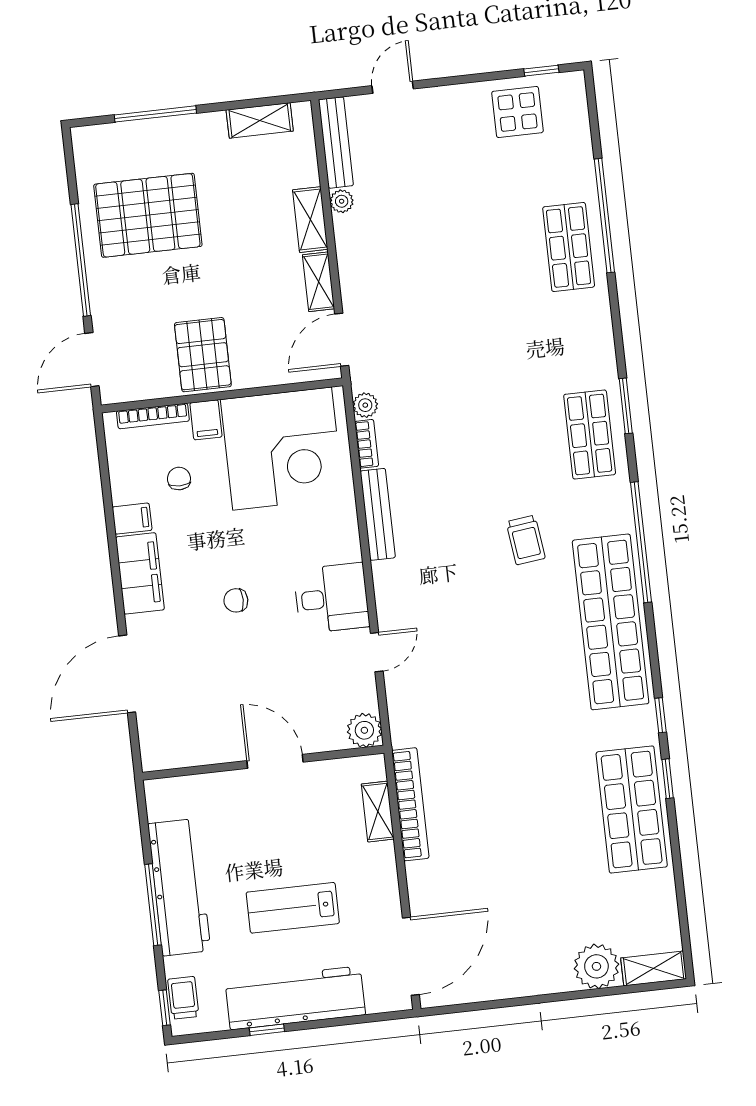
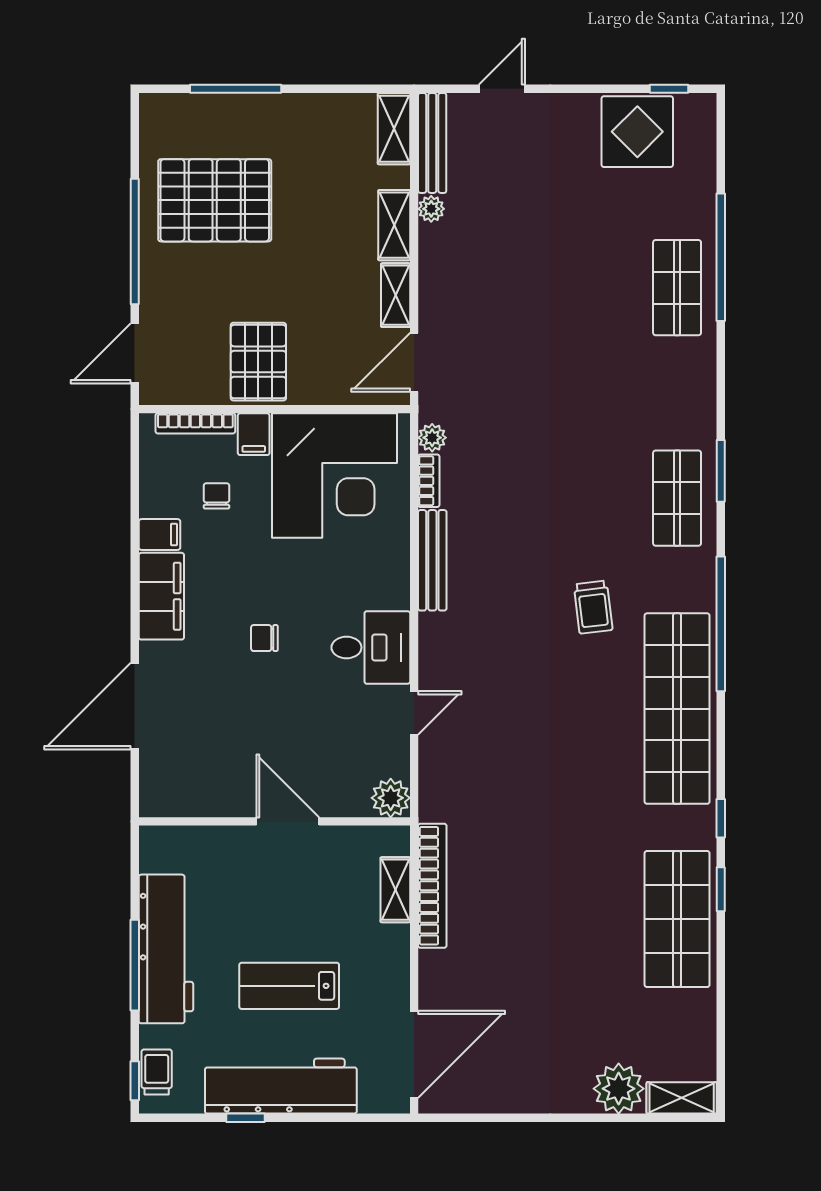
display table: (517, 112) -> (637, 132), width x1.36, depth x1.36
shelving: (260, 120) -> (394, 129), moved, turned 90

